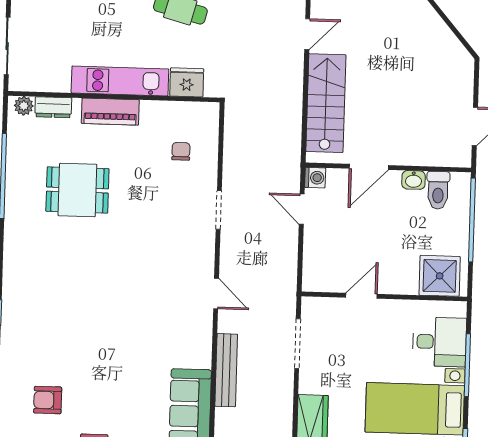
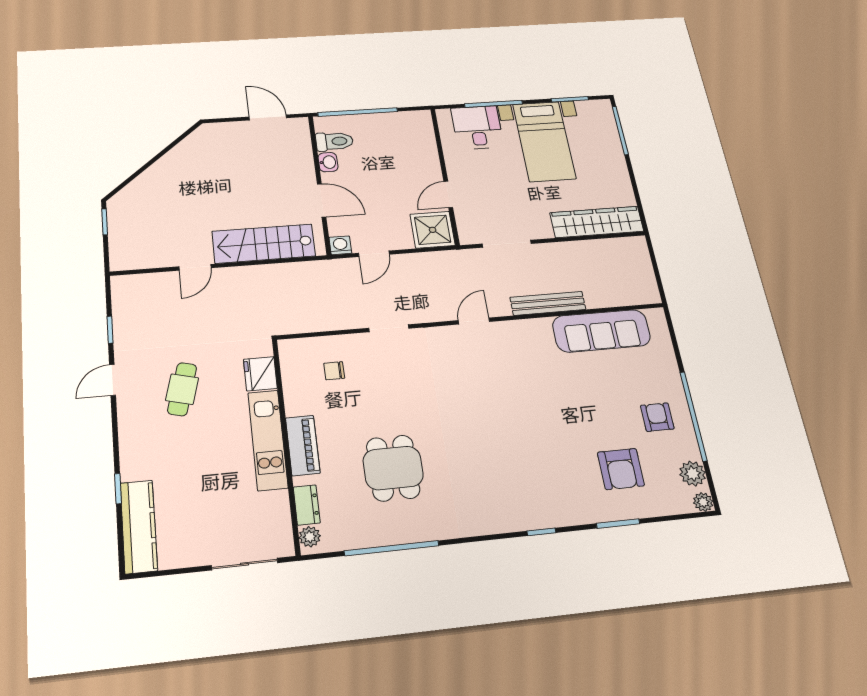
door: (307, 34) -> (195, 267), swing flipped
shower: (440, 276) -> (433, 230), moved
door: (361, 296) -> (448, 194), hinge flipped
armchair: (48, 400) -> (621, 469), width x1.38, depth x1.38

